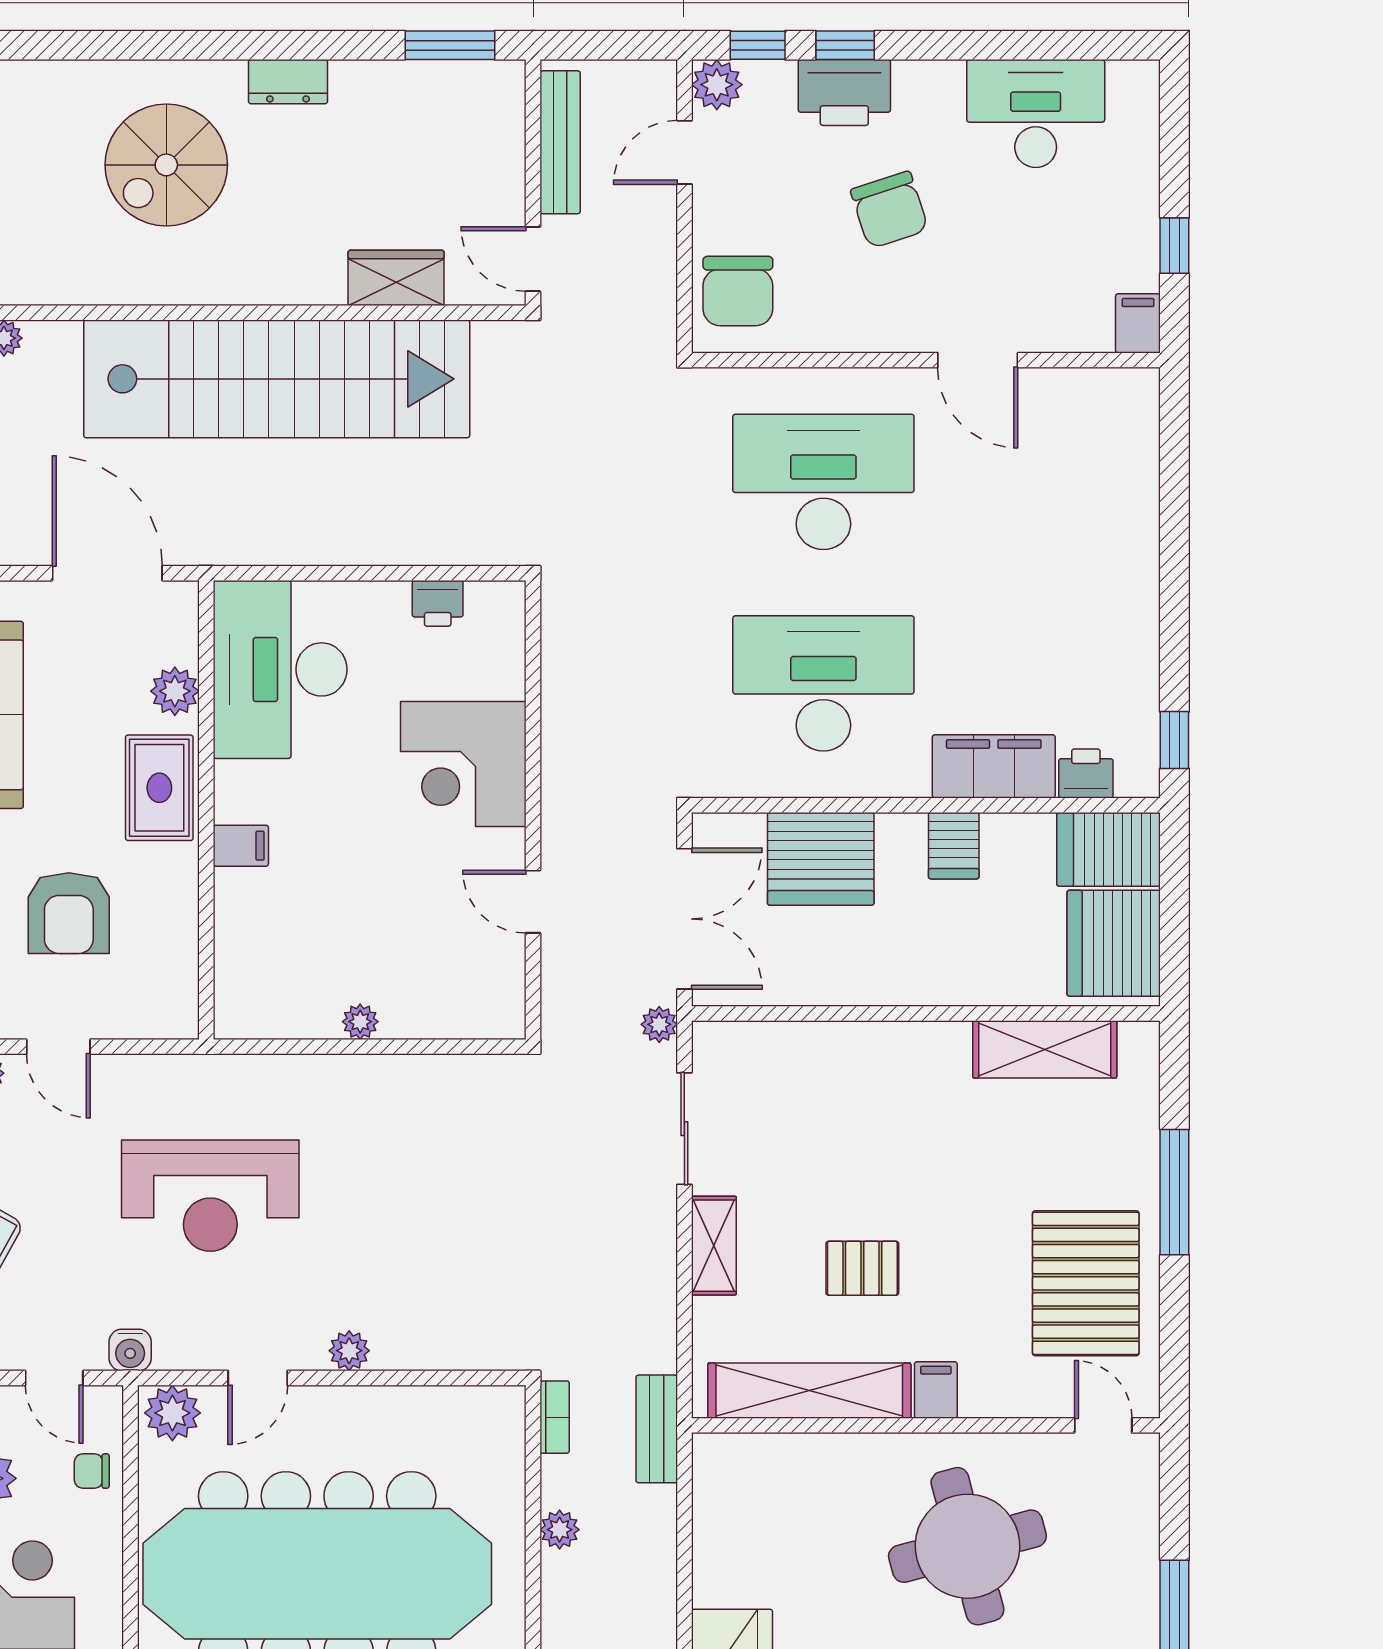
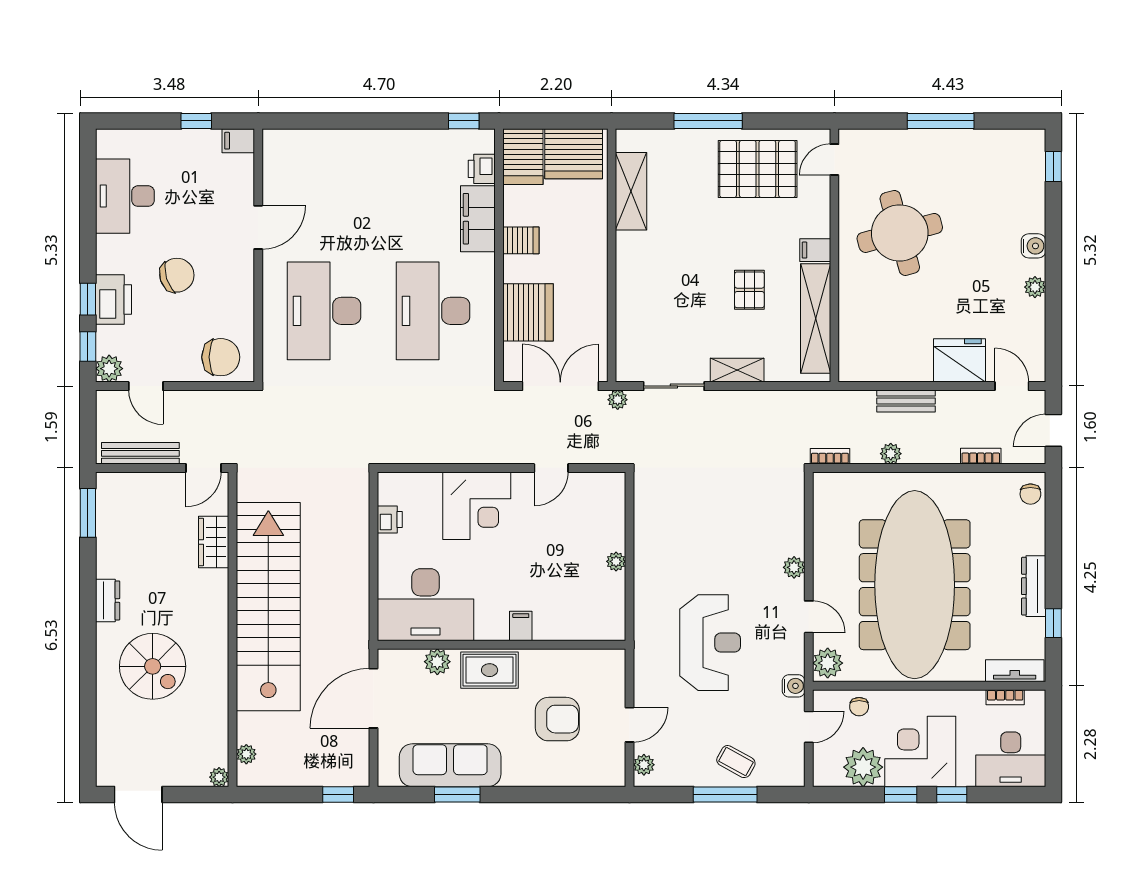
bench: (657, 1429) -> (906, 401), moved

